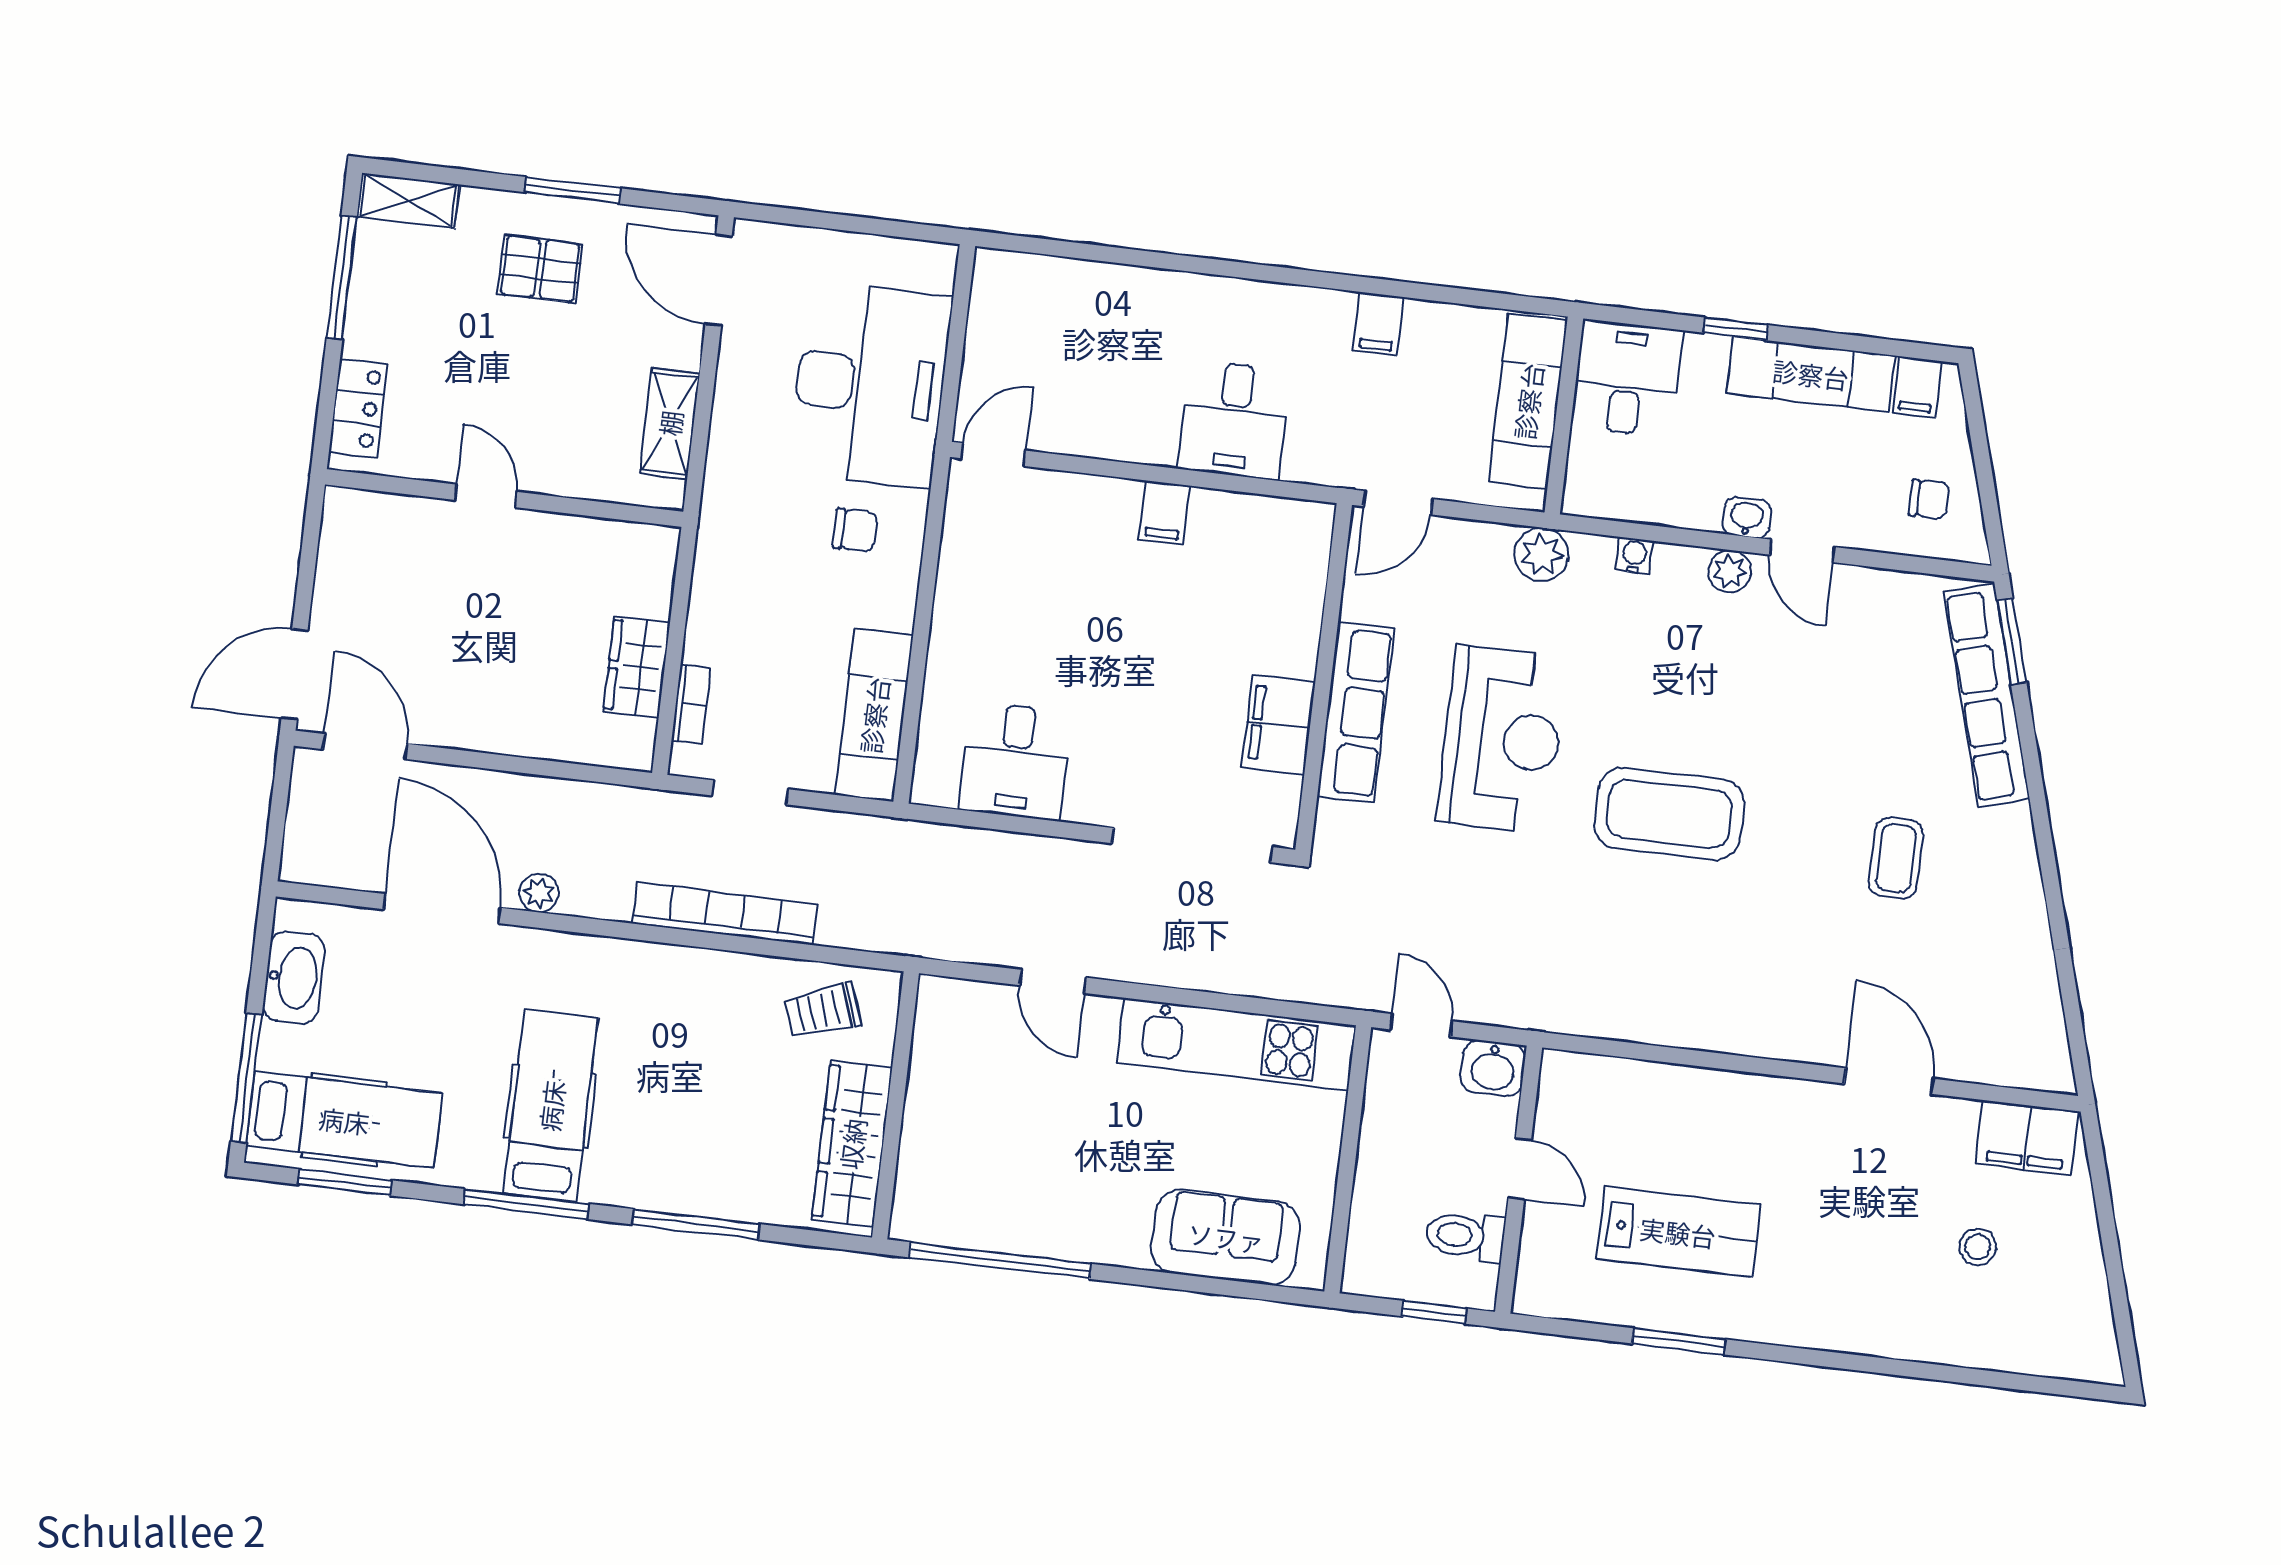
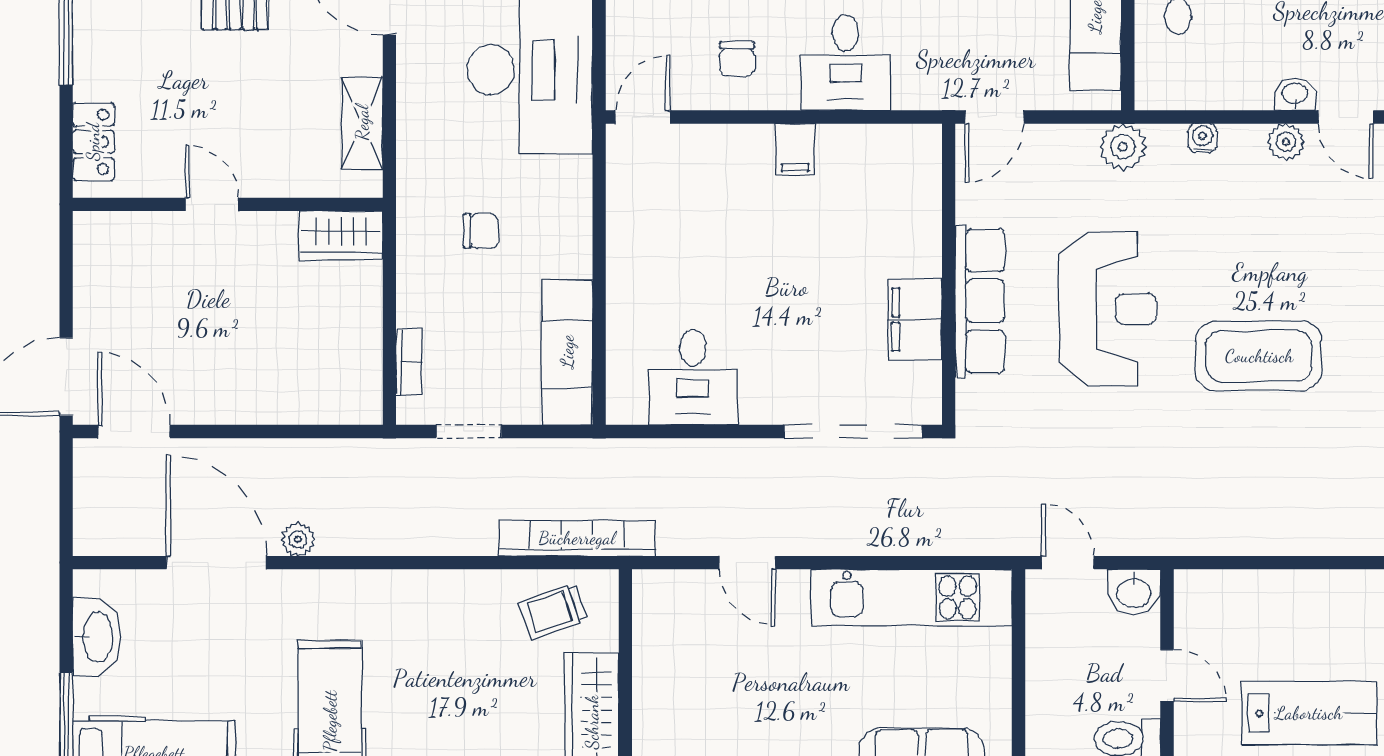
chair: (1110, 401) -> (737, 59), added
chair: (855, 530) -> (481, 231), moved
wardrobe: (637, 667) -> (341, 235), moved, turned -90
bookcase: (725, 914) -> (577, 538), moved

